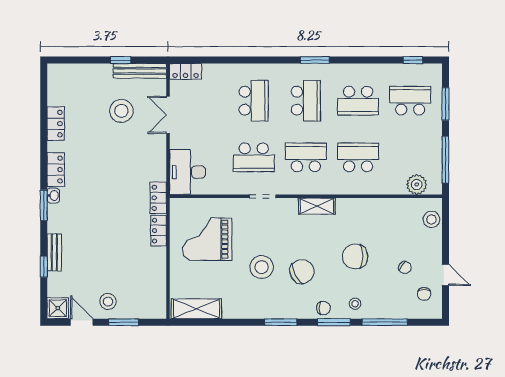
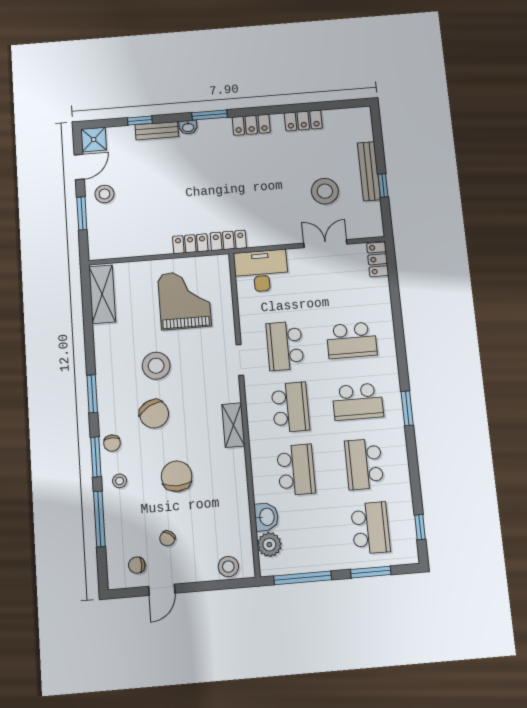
bench: (140, 71) -> (369, 171), moved
washbasin: (394, 185) -> (266, 517), added
washbasin: (53, 196) -> (188, 127), moved

